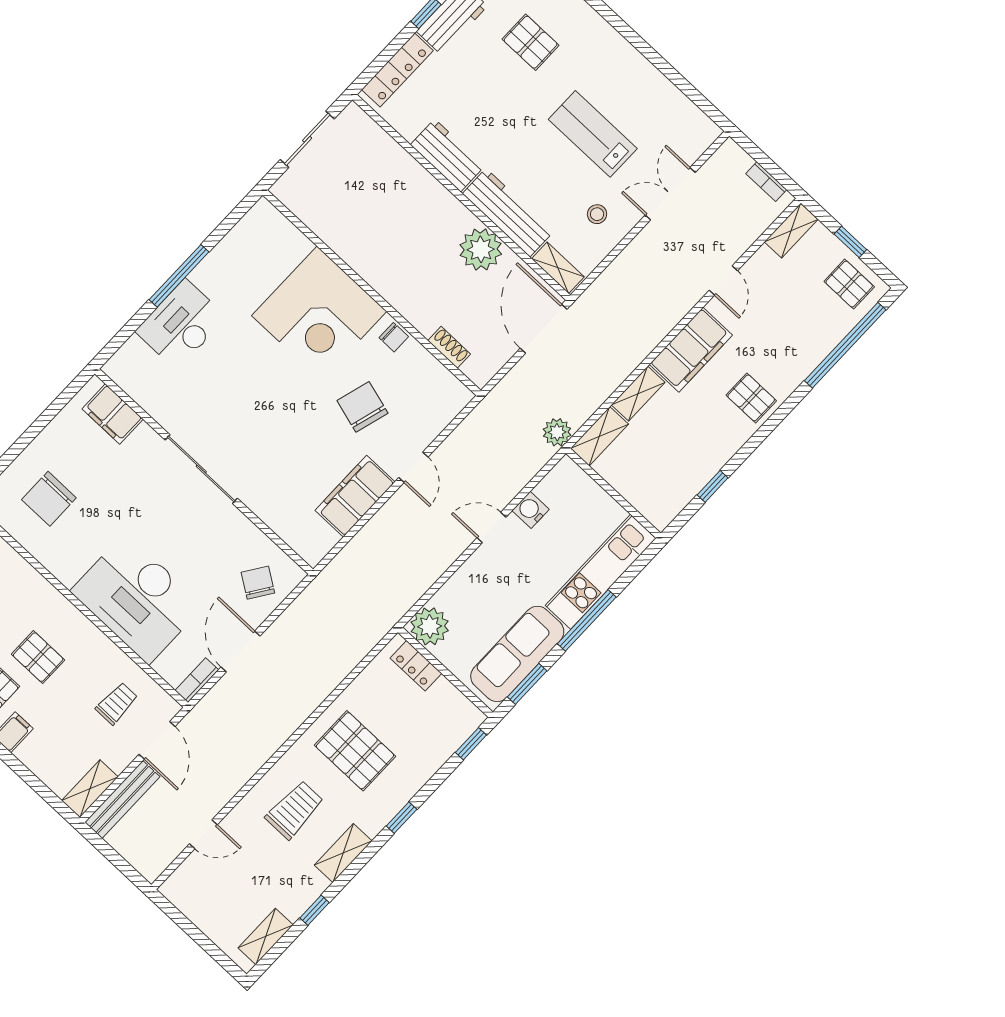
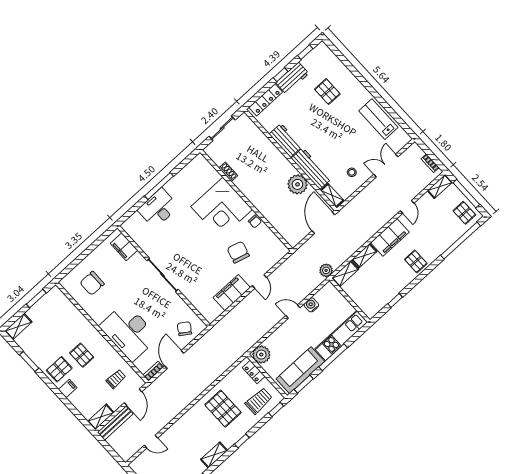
lab bench: (593, 134) -> (378, 119), moved
window: (850, 242) -> (466, 194), width x2.17
shoe rack: (449, 347) -> (228, 172), moved
trolley: (295, 810) -> (259, 401), moved

